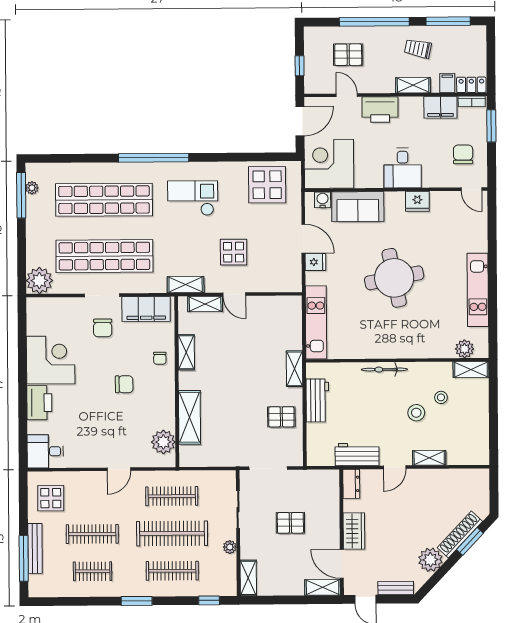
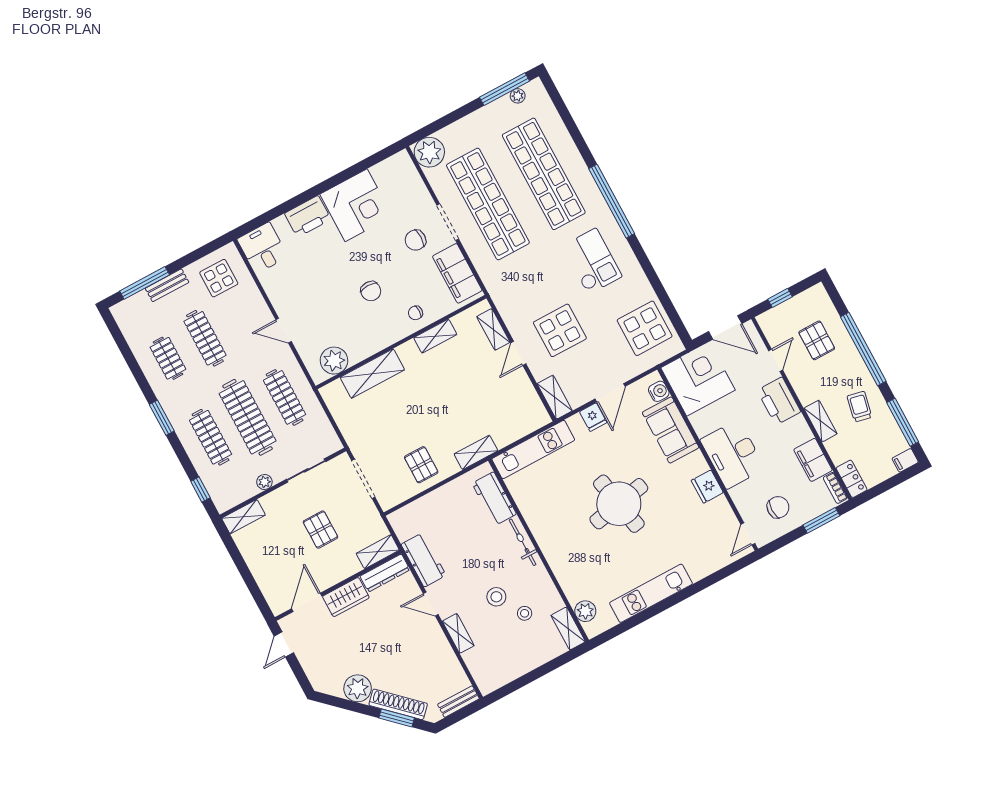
filing cabinet: (447, 83) -> (905, 460), moved, turned 180
desk: (403, 168) -> (733, 454), width x1.37
display table: (234, 252) -> (560, 330), width x1.36, depth x1.36
shelving: (186, 285) -> (555, 397), moved
workbench: (317, 400) -> (494, 499), moved, turned 90
dresser: (351, 484) -> (385, 573), width x1.44
bench: (35, 548) -> (167, 285), width x0.73
shelving: (323, 587) -> (378, 552), moved, turned 90
bench: (396, 588) -> (458, 702), moved, turned 90

